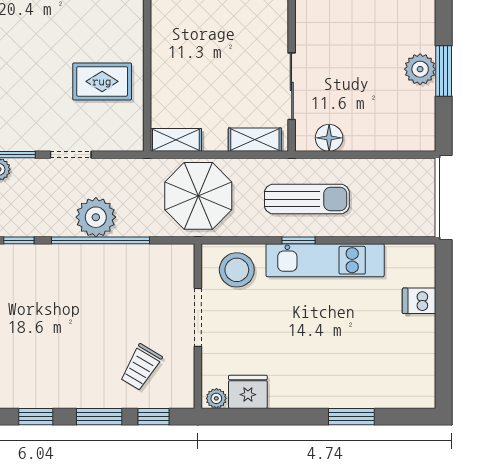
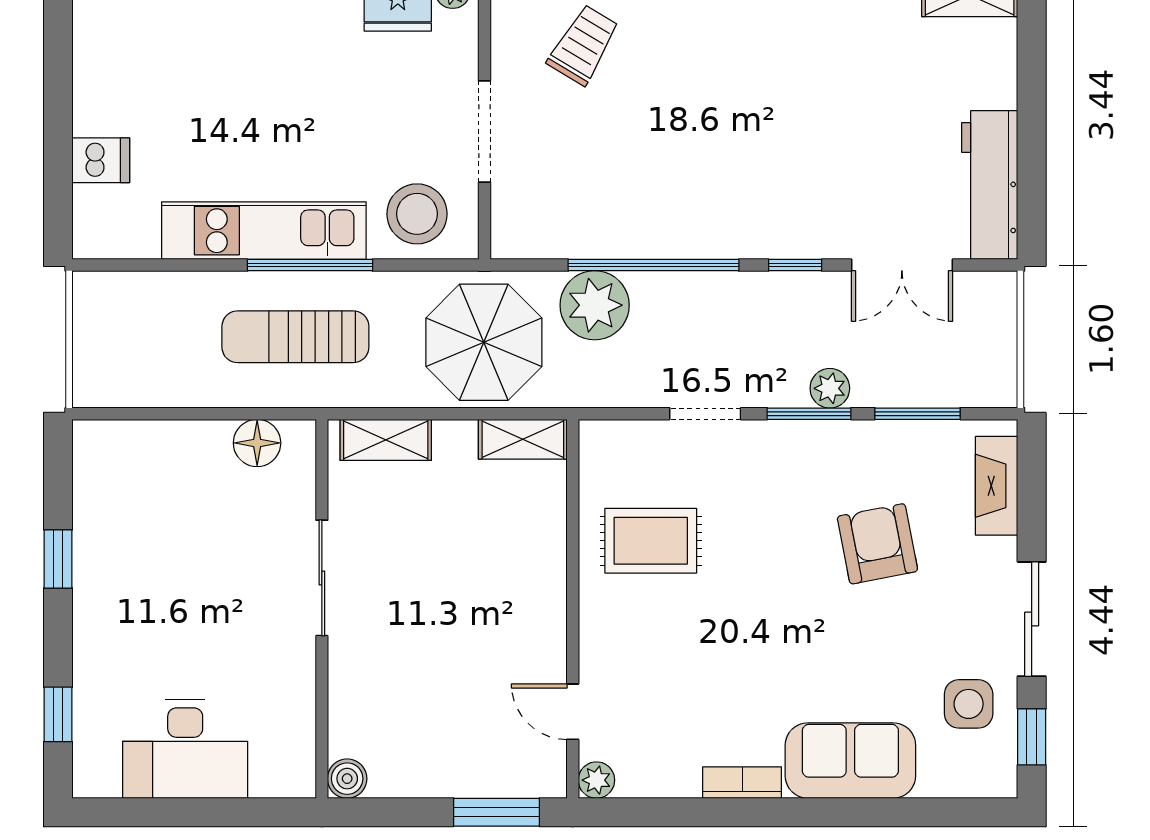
plant: (420, 69) -> (99, 562), removed
window: (444, 71) -> (58, 559), width x0.67
sliding door: (292, 86) -> (322, 578), moved
plant: (96, 217) -> (595, 305), moved
window: (298, 240) -> (310, 265), width x2.17

